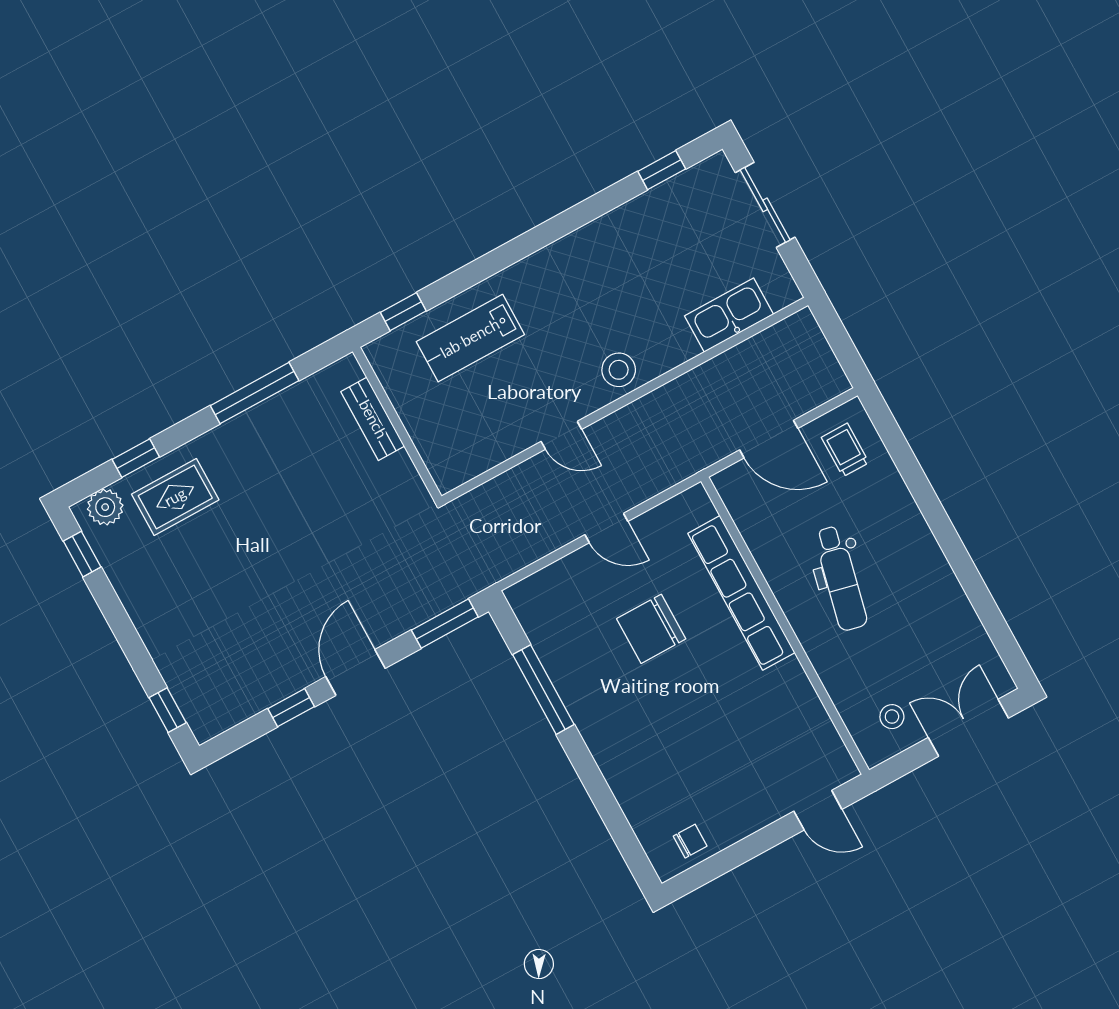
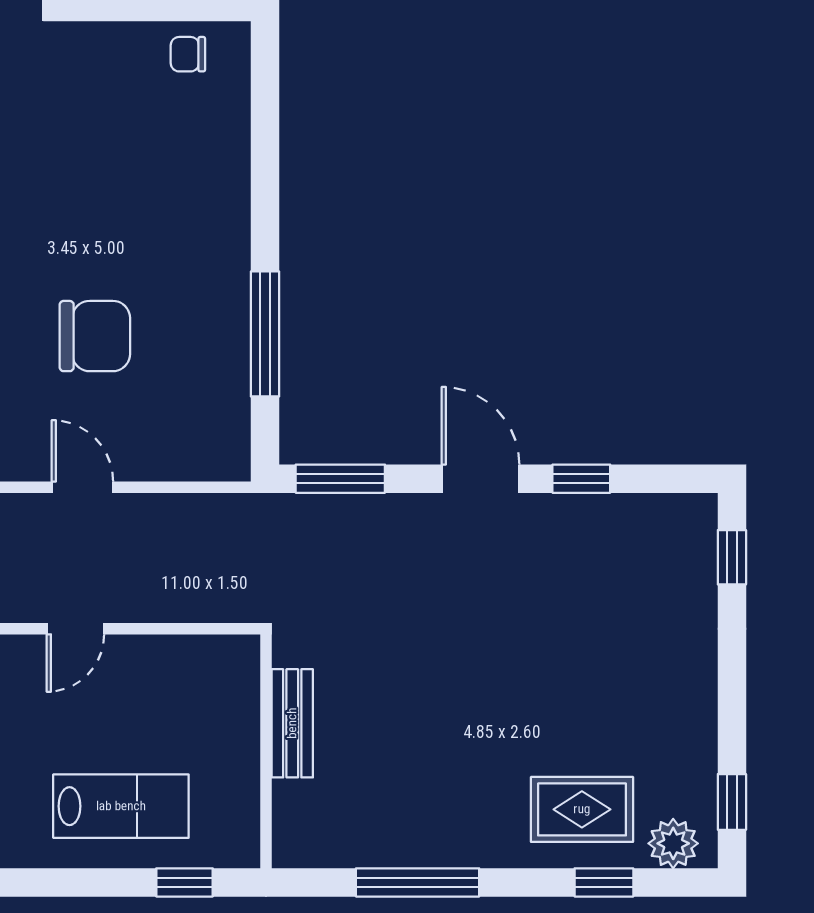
bench: (373, 419) -> (292, 723), moved
door: (561, 435) -> (75, 629), swing flipped
door: (355, 672) -> (480, 479), swing flipped

